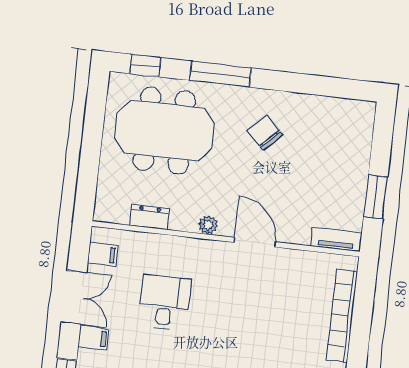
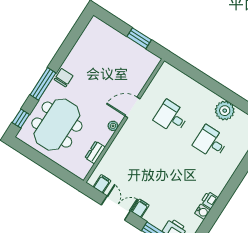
chair: (265, 133) -> (64, 78), moved, turned 135
tv unit: (336, 240) -> (150, 67), removed
desk: (165, 302) -> (171, 117), moved
bookcase: (342, 316) -> (189, 83), removed

